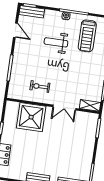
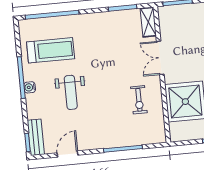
double door: (64, 108) -> (160, 58), swing flipped

